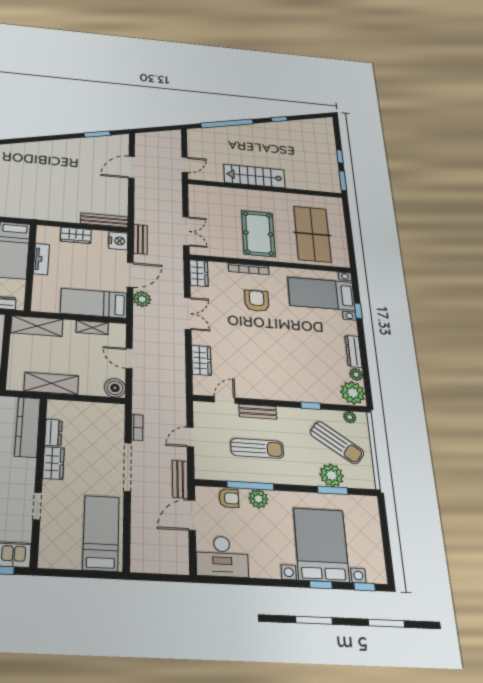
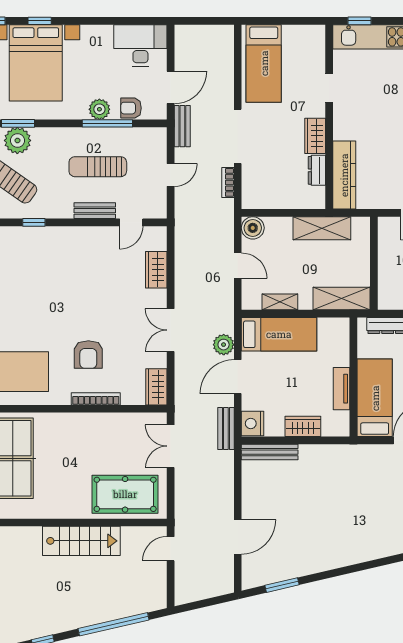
pool table: (258, 233) -> (125, 494), moved, turned 90

